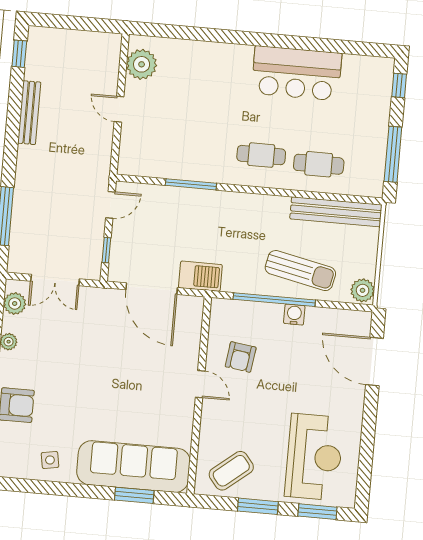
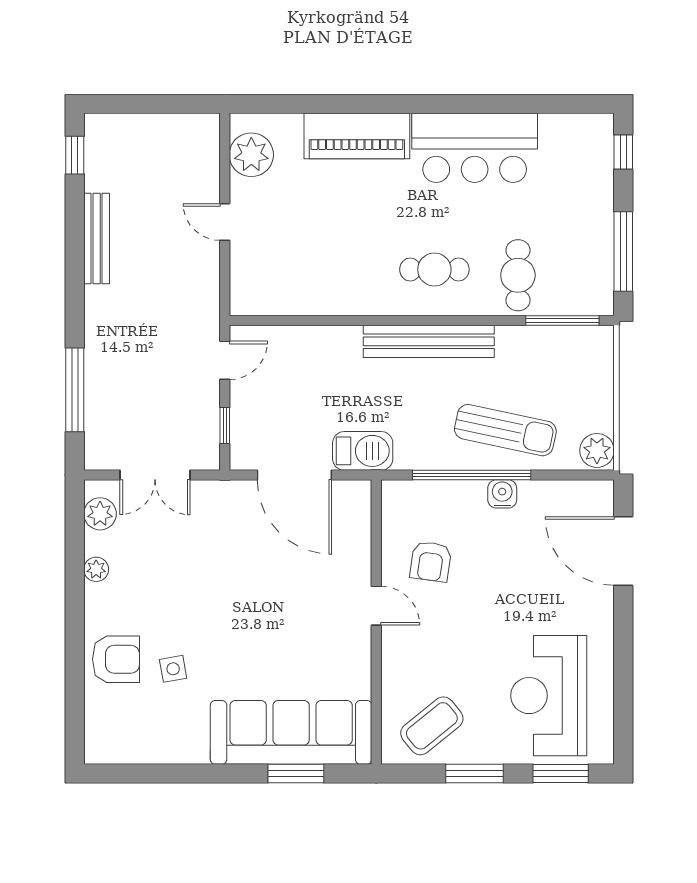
piano: (216, 58) -> (357, 136), added
cafe table: (319, 164) -> (518, 275), turned 90
window: (191, 184) -> (562, 321), moved
bench: (336, 212) -> (429, 341), moved
reception desk: (314, 457) -> (549, 696), turned 180
side table: (50, 460) -> (173, 669), moved

